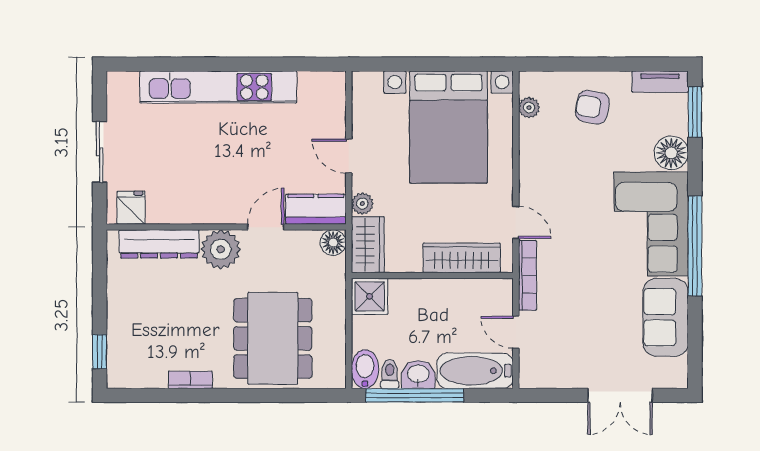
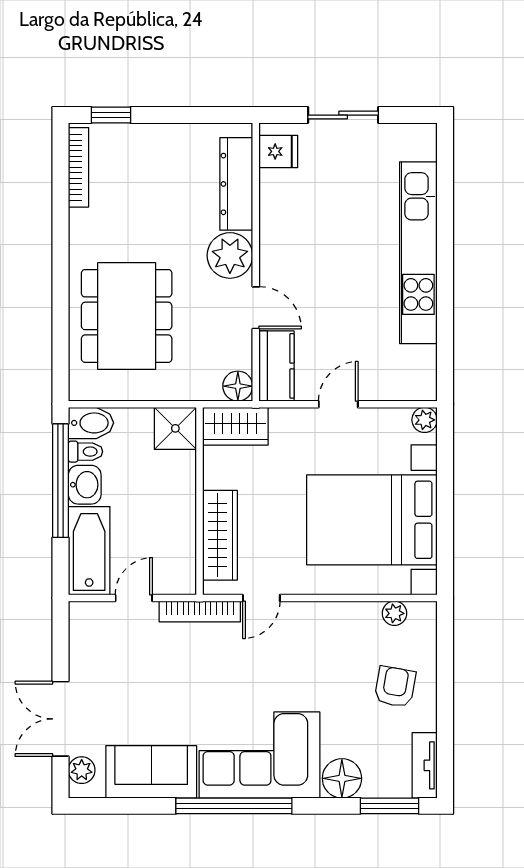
plant: (362, 204) -> (425, 420), moved
dining table: (273, 338) -> (127, 316), turned 90
plant: (664, 377) -> (82, 770), added
bookcase: (190, 380) -> (78, 167), moved, width x1.56

